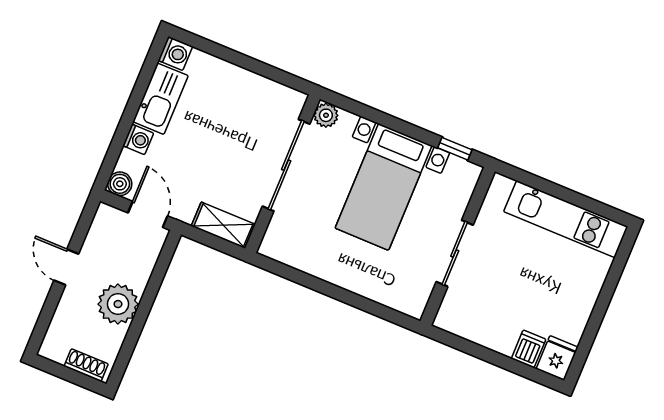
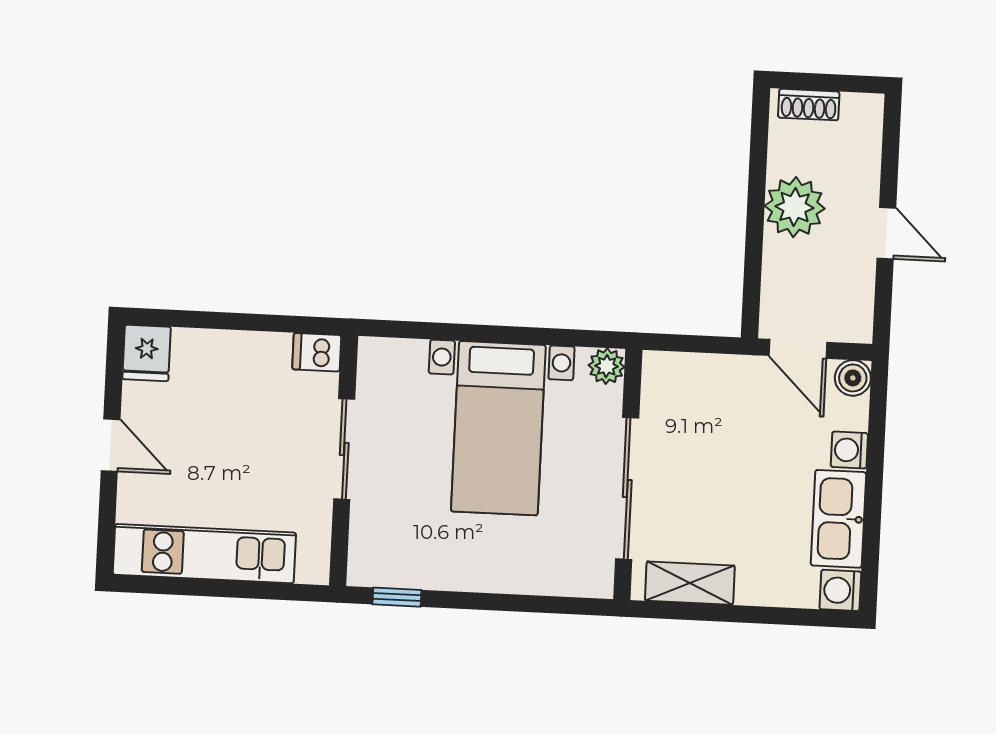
plant: (326, 115) -> (607, 366), moved
bed with nightstands: (384, 187) -> (498, 428), moved, turned 180
shelving: (223, 225) -> (690, 583), moved
door: (600, 308) -> (111, 445), added
dishwasher: (529, 349) -> (317, 352), moved, turned 90

